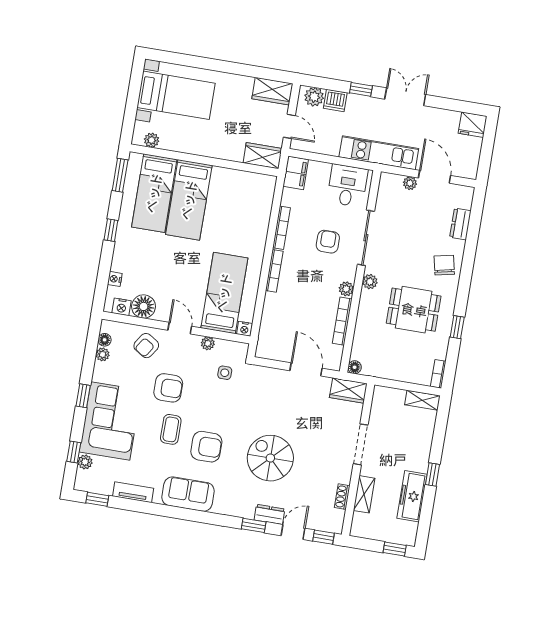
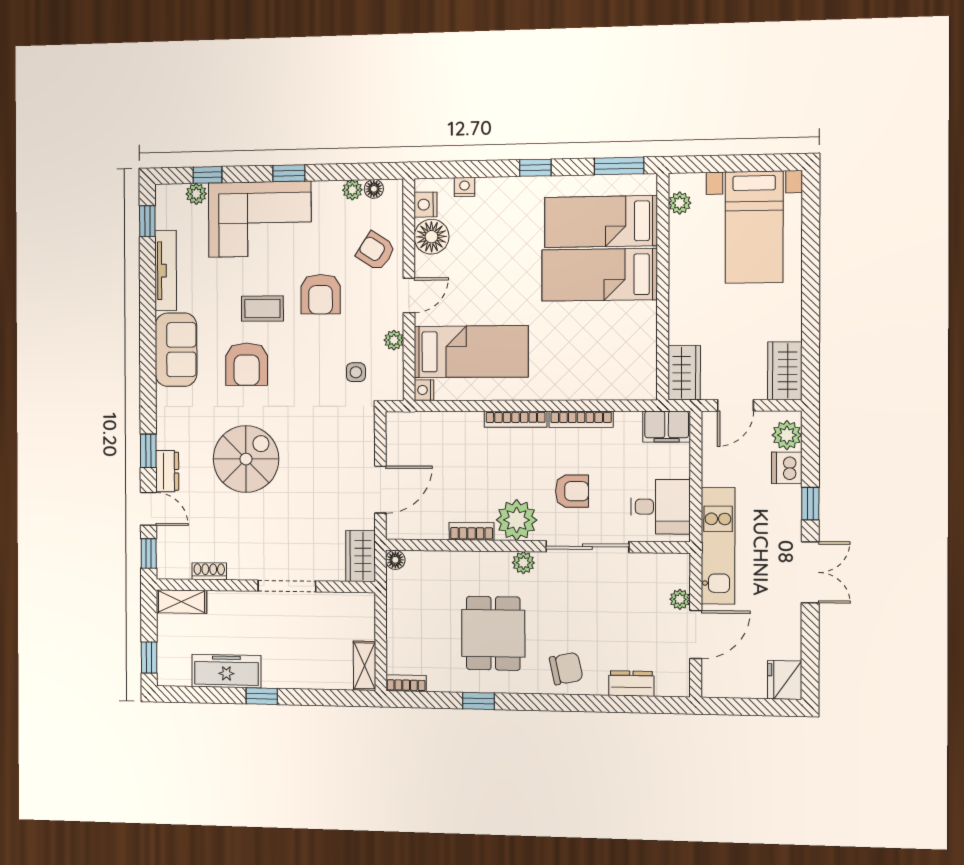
plant: (346, 289) -> (517, 520), width x1.87, depth x1.87
bookcase: (342, 321) -> (472, 531), width x0.64
tv unit: (133, 492) -> (166, 271), width x1.41
shelving: (364, 494) -> (181, 602), moved

